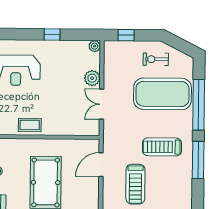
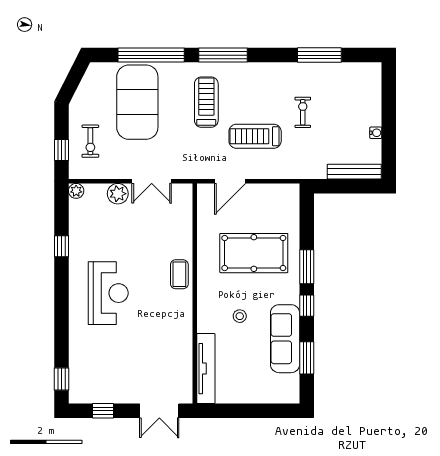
exercise bike: (156, 59) -> (90, 141), moved
treadmill: (162, 147) -> (206, 102), turned 180
door: (101, 165) -> (230, 181), hinge flipped
treadmill: (135, 184) -> (255, 136), turned 180

